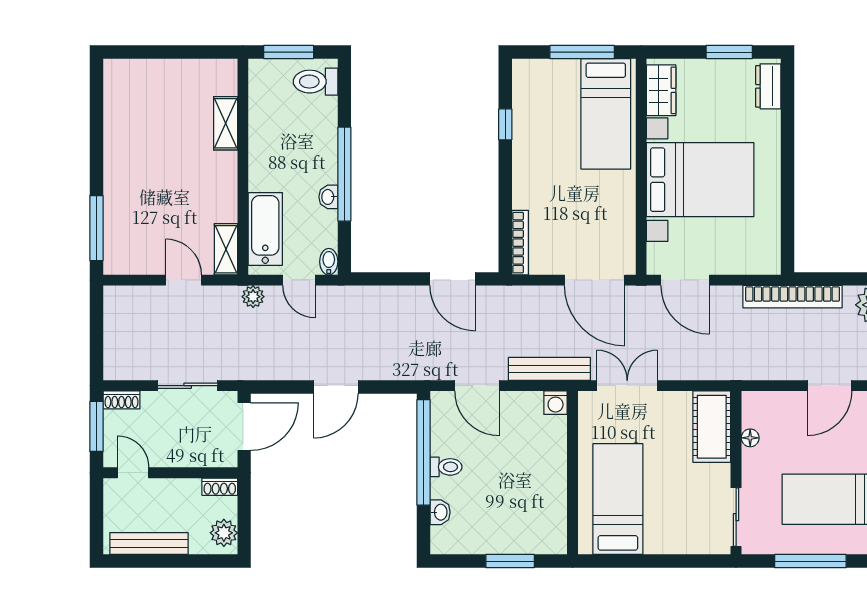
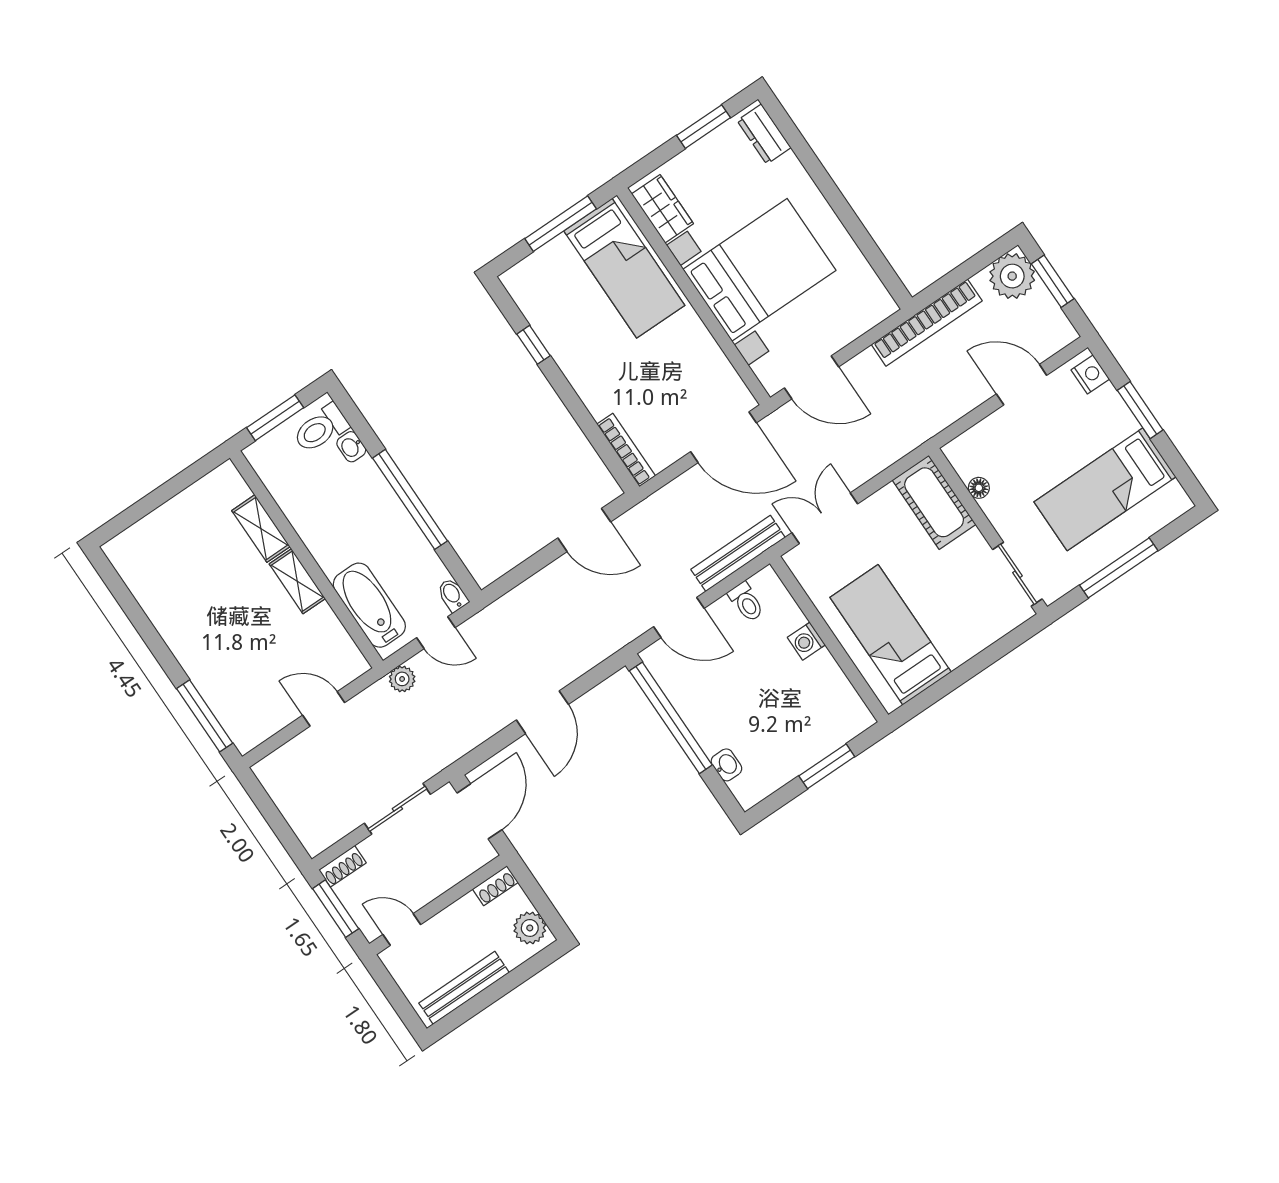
washbasin: (328, 197) -> (351, 447), moved
shelving: (226, 249) -> (297, 581), moved
door: (830, 386) -> (1022, 385), swing flipped
washing machine: (556, 403) -> (806, 641), moved, turned 90
toilet: (446, 467) -> (746, 602), moved, turned 90

